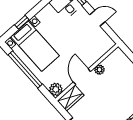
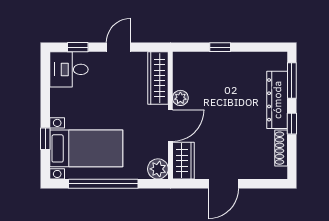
wardrobe: (99, 50) -> (158, 78), added
door: (82, 77) -> (170, 126), swing flipped

